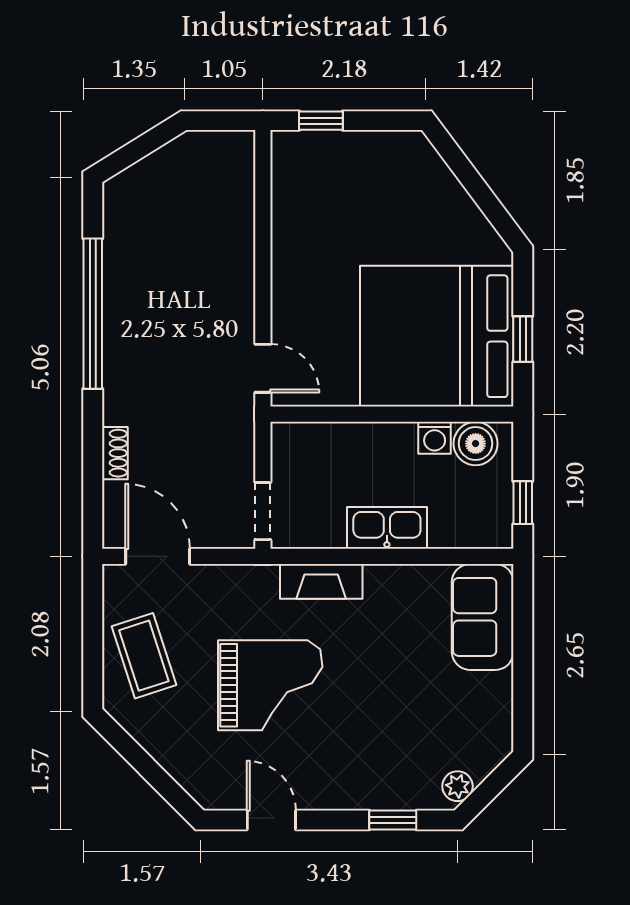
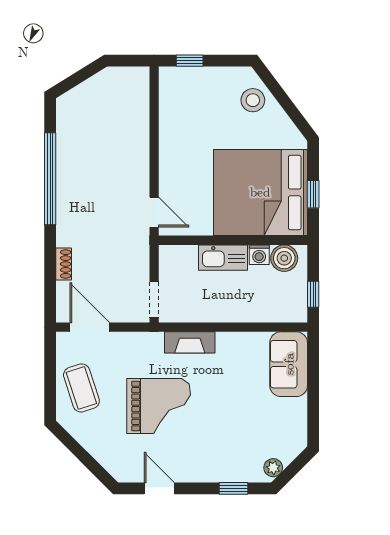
stool: (424, 185) -> (253, 100), added
kitchen sink: (387, 528) -> (223, 258), moved, turned 180

